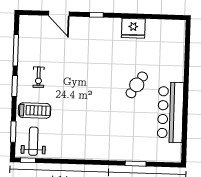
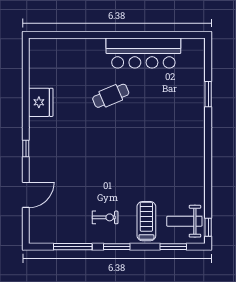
cafe table: (137, 85) -> (111, 96), turned -56

